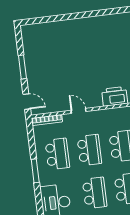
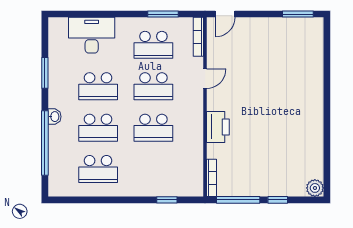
window: (22, 67) -> (298, 14), moved
window: (35, 171) -> (163, 14), moved

